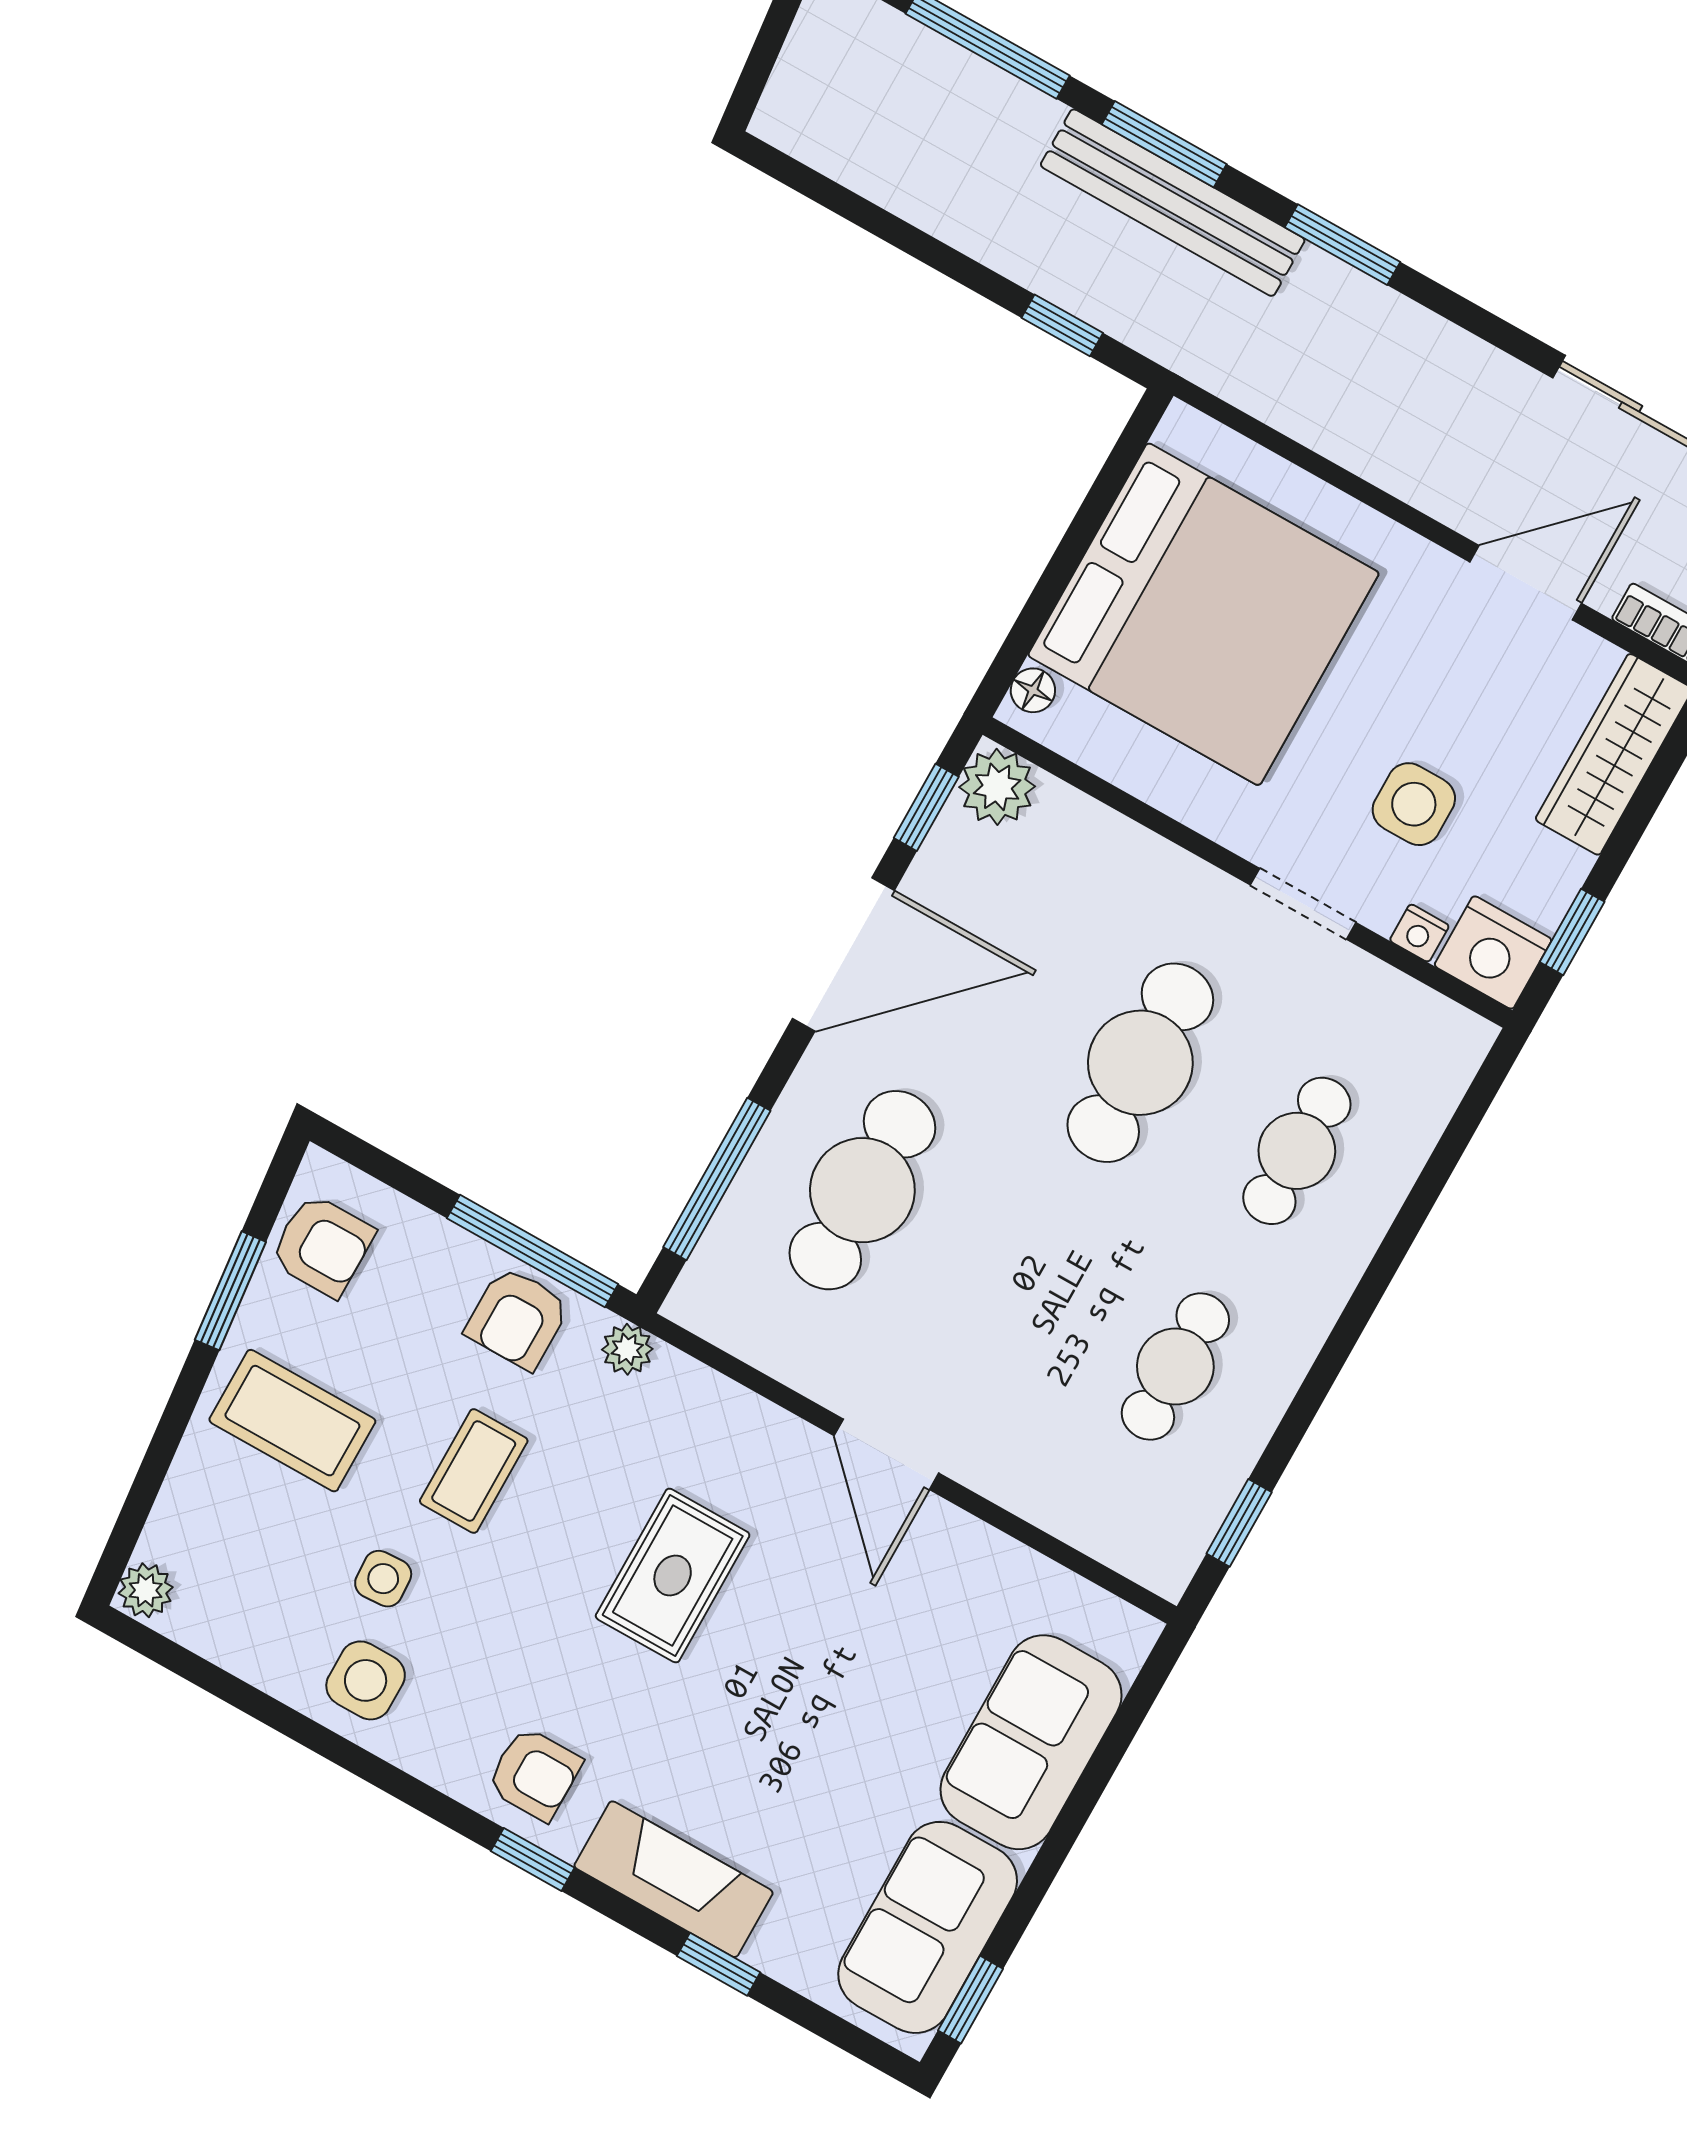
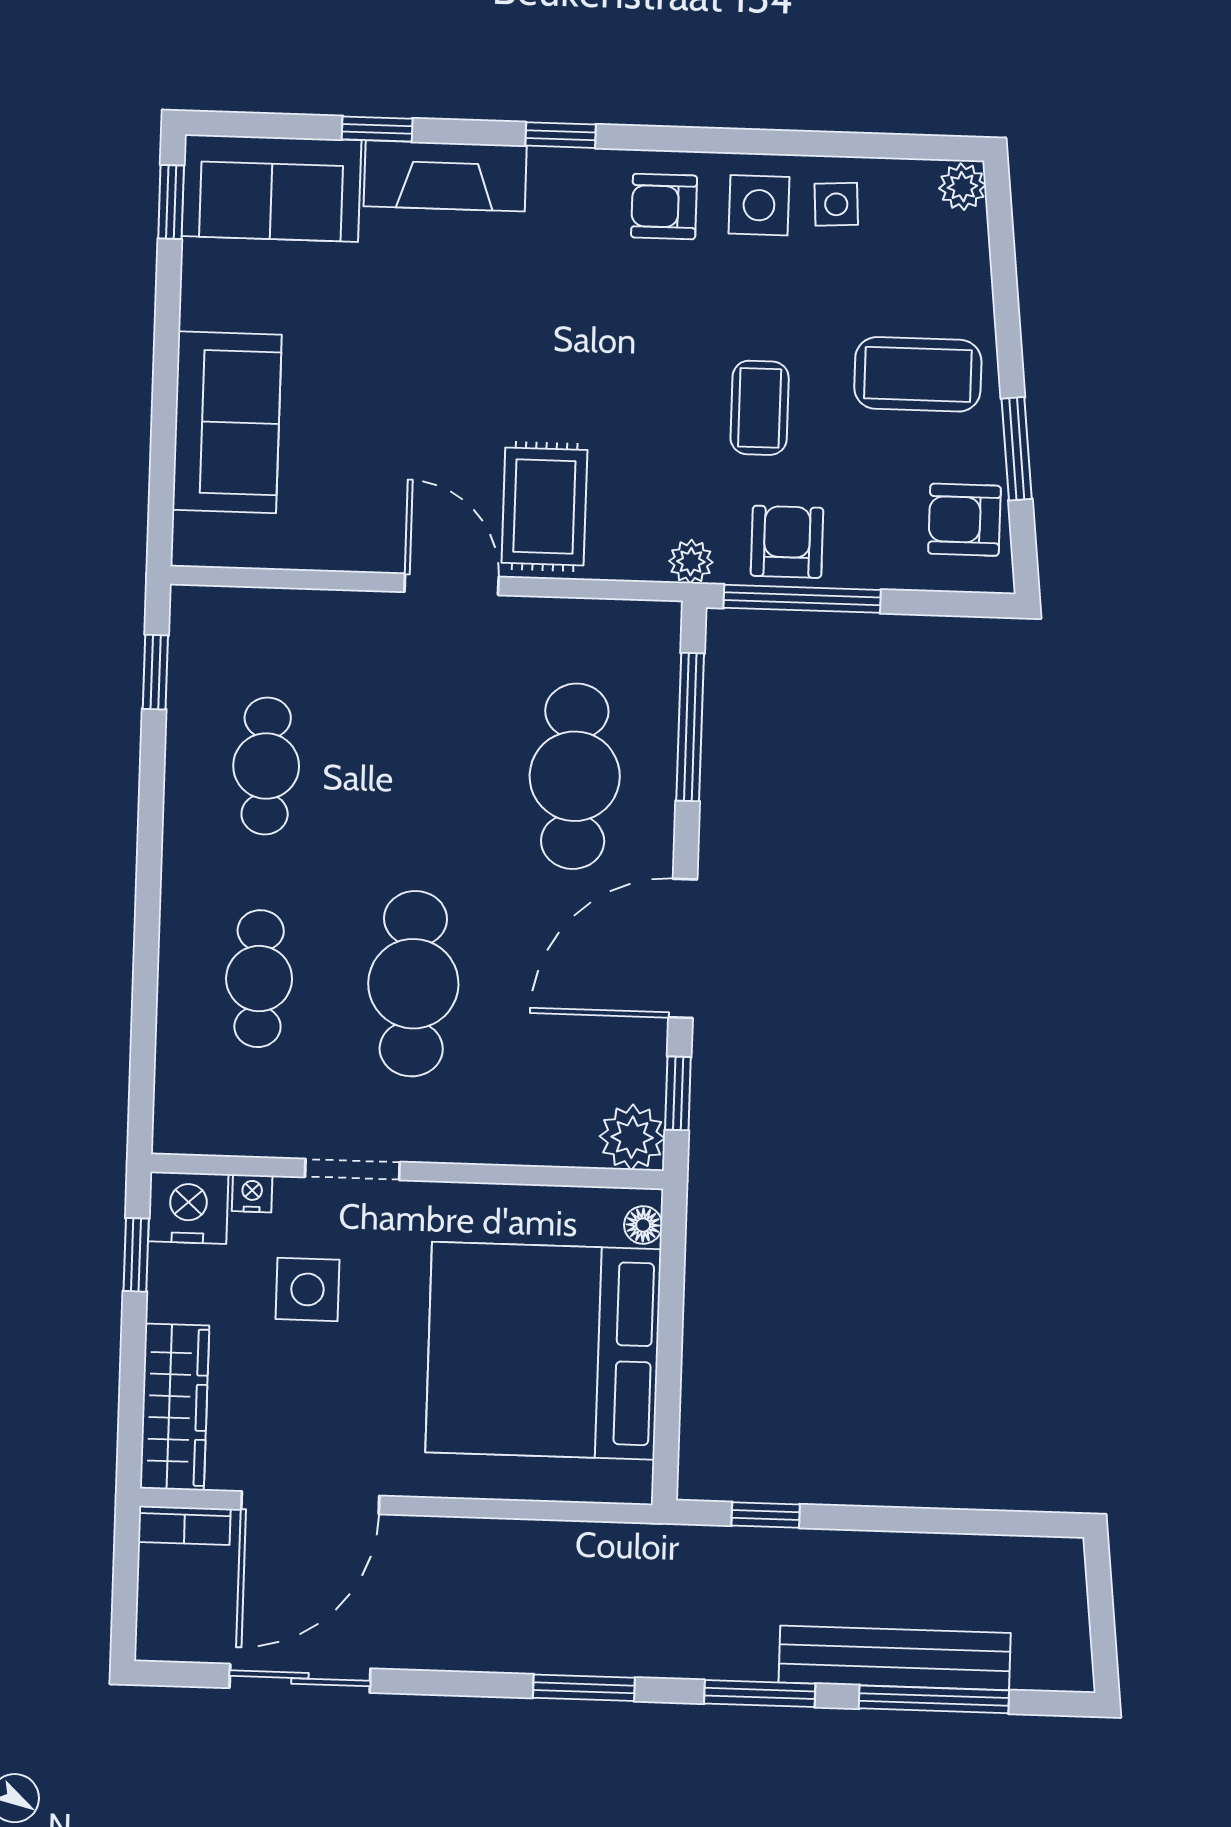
bench: (1173, 203) -> (895, 1658), moved
door: (1526, 583) -> (310, 1503), width x1.36
rug: (673, 1576) -> (544, 506), moved
side table: (383, 1579) -> (836, 204), moved
armchair: (534, 1774) -> (664, 206), moved
sofa: (928, 1927) -> (271, 188), moved, turned 90

